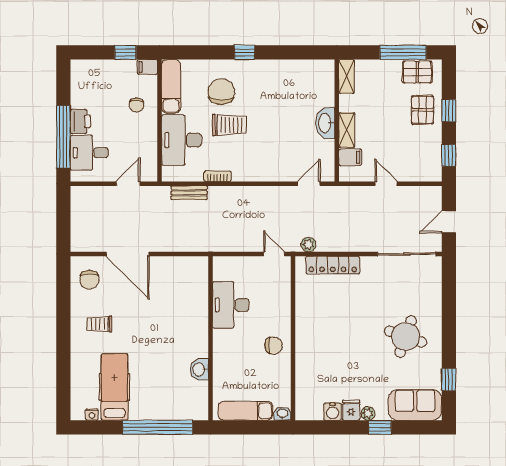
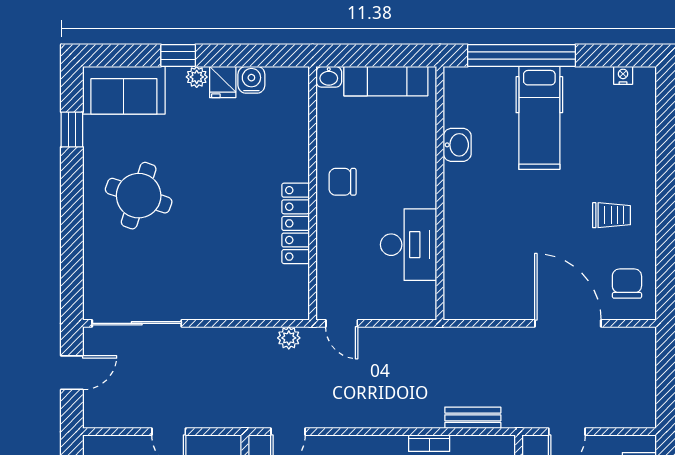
locker: (333, 265) -> (296, 223), moved, turned -90
hospital bed: (114, 387) -> (539, 118), moved

